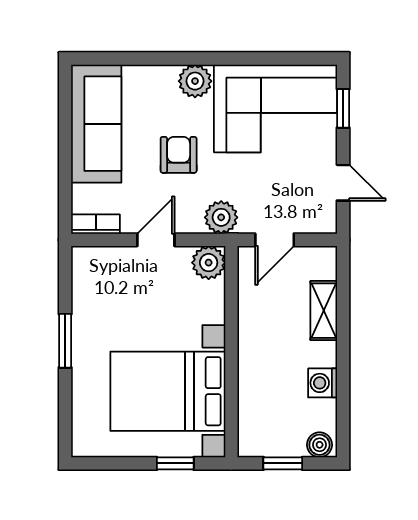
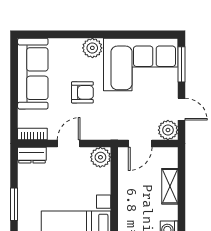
window: (343, 108) -> (181, 64), width x1.50
armchair: (179, 155) -> (82, 92), turned 90
plant: (221, 217) -> (168, 130), moved
dresser: (95, 259) -> (32, 155), added

